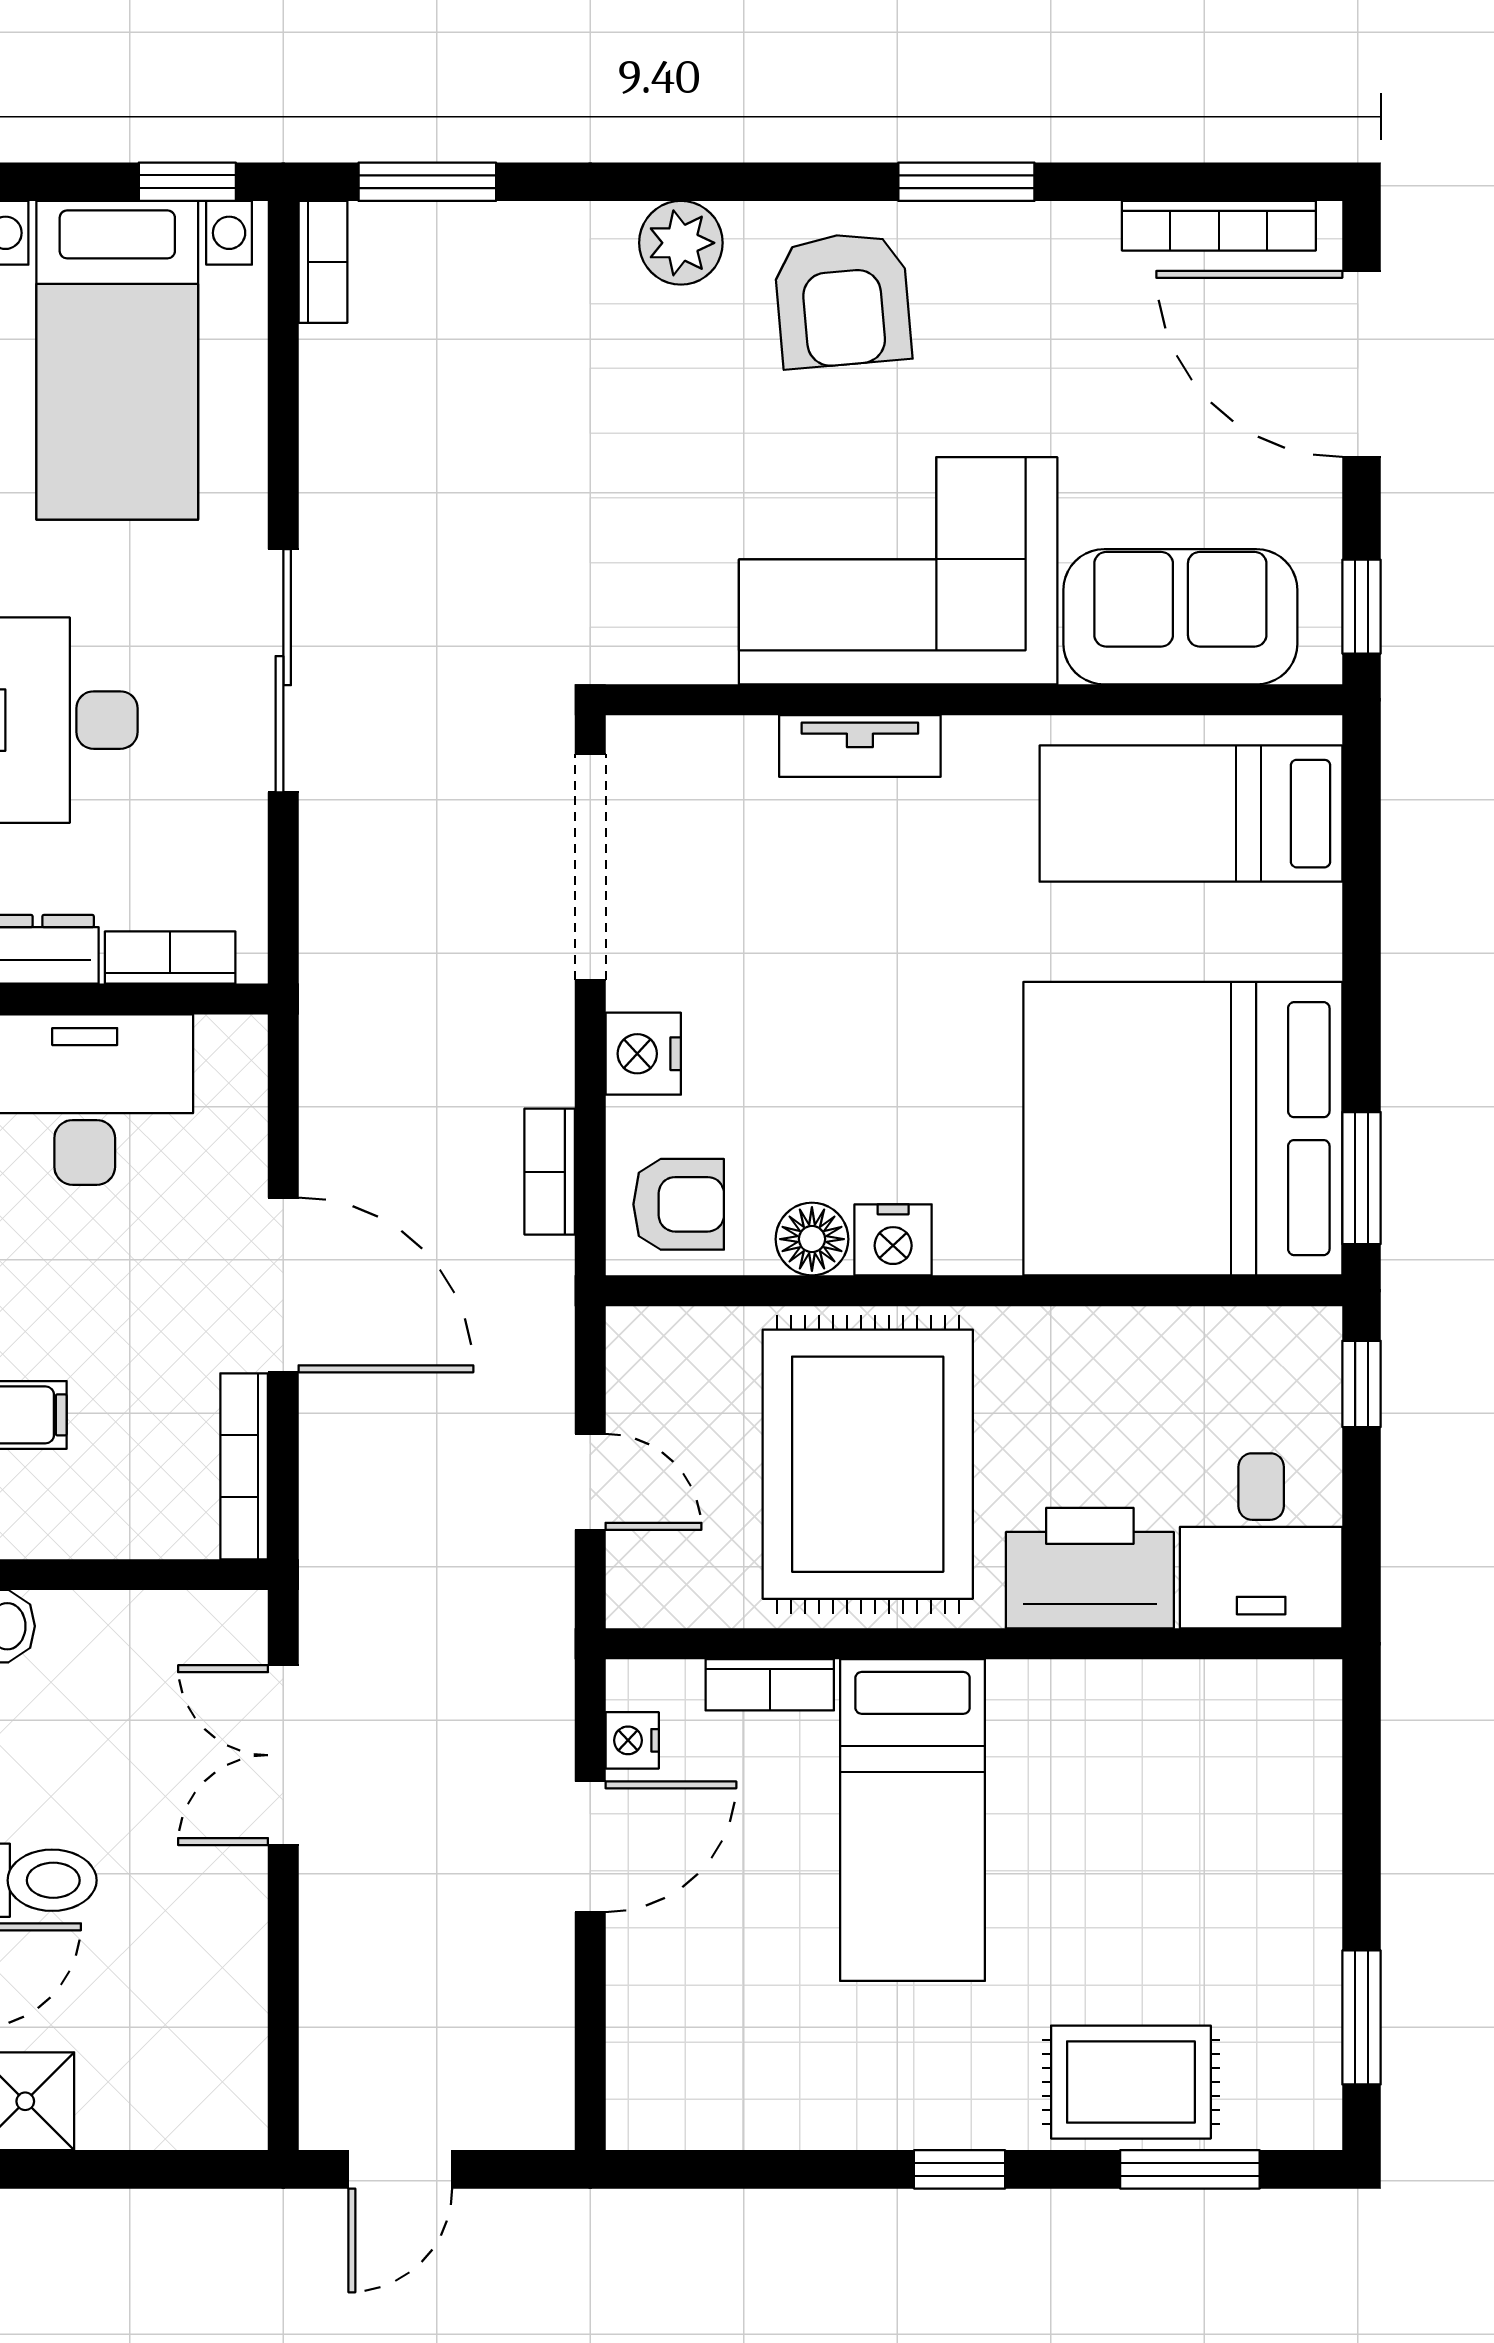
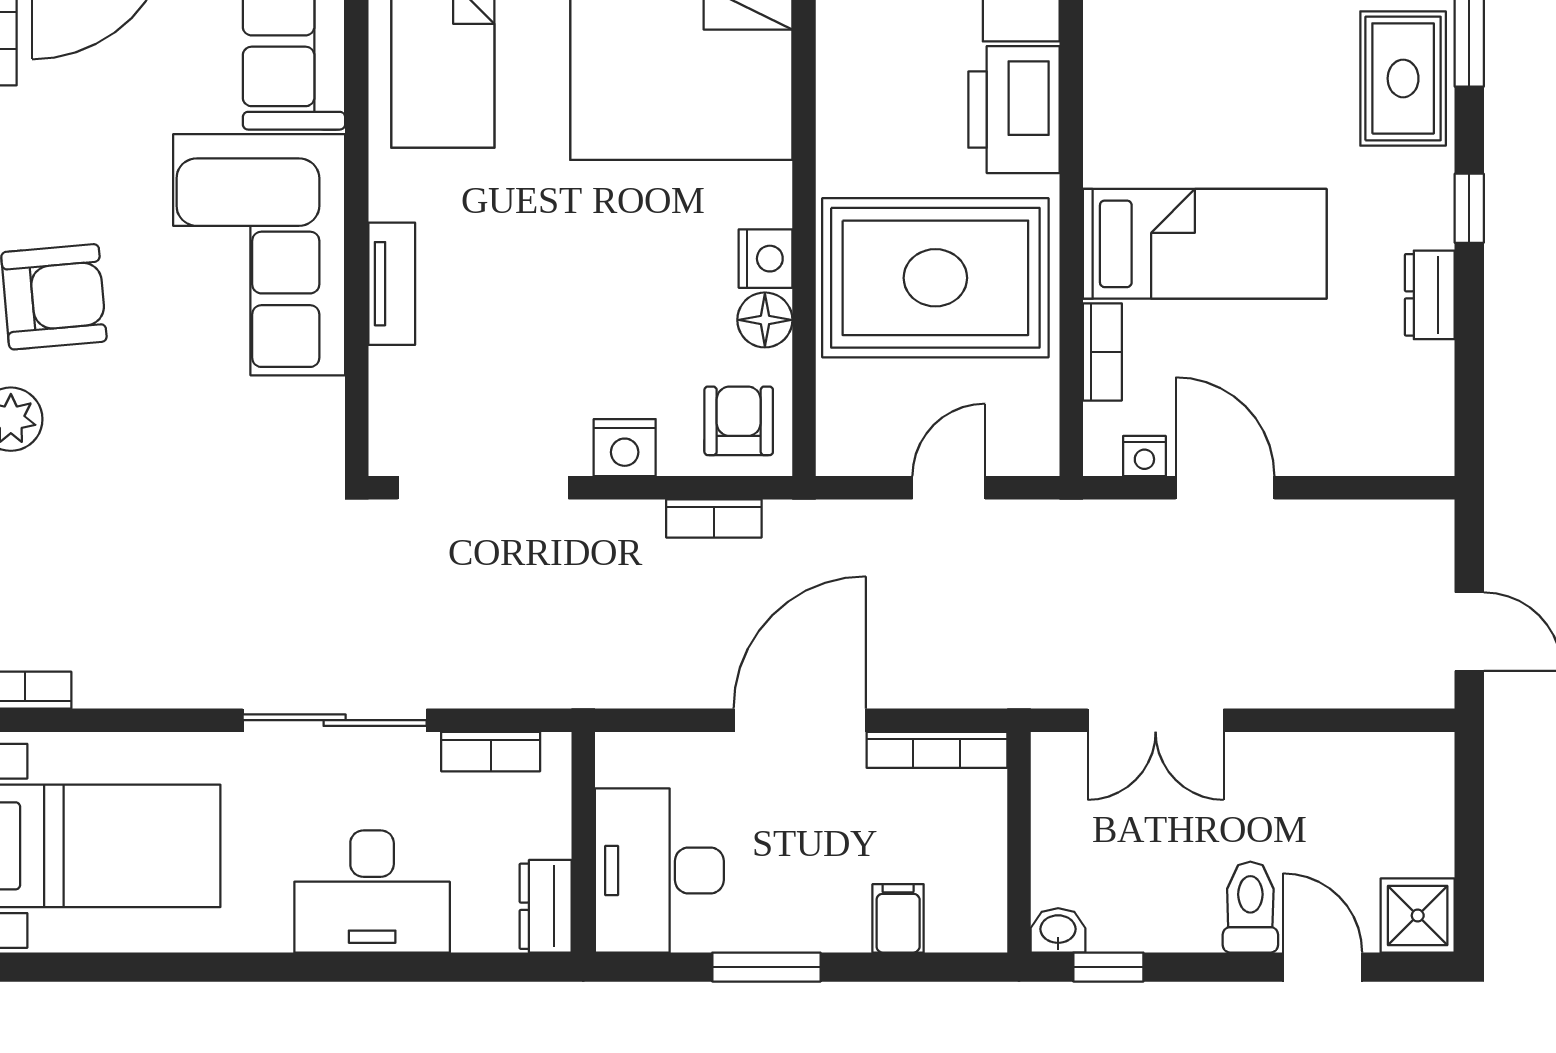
bookcase: (170, 958) -> (491, 752), moved, turned -90
dresser: (845, 2117) -> (1430, 295), added

